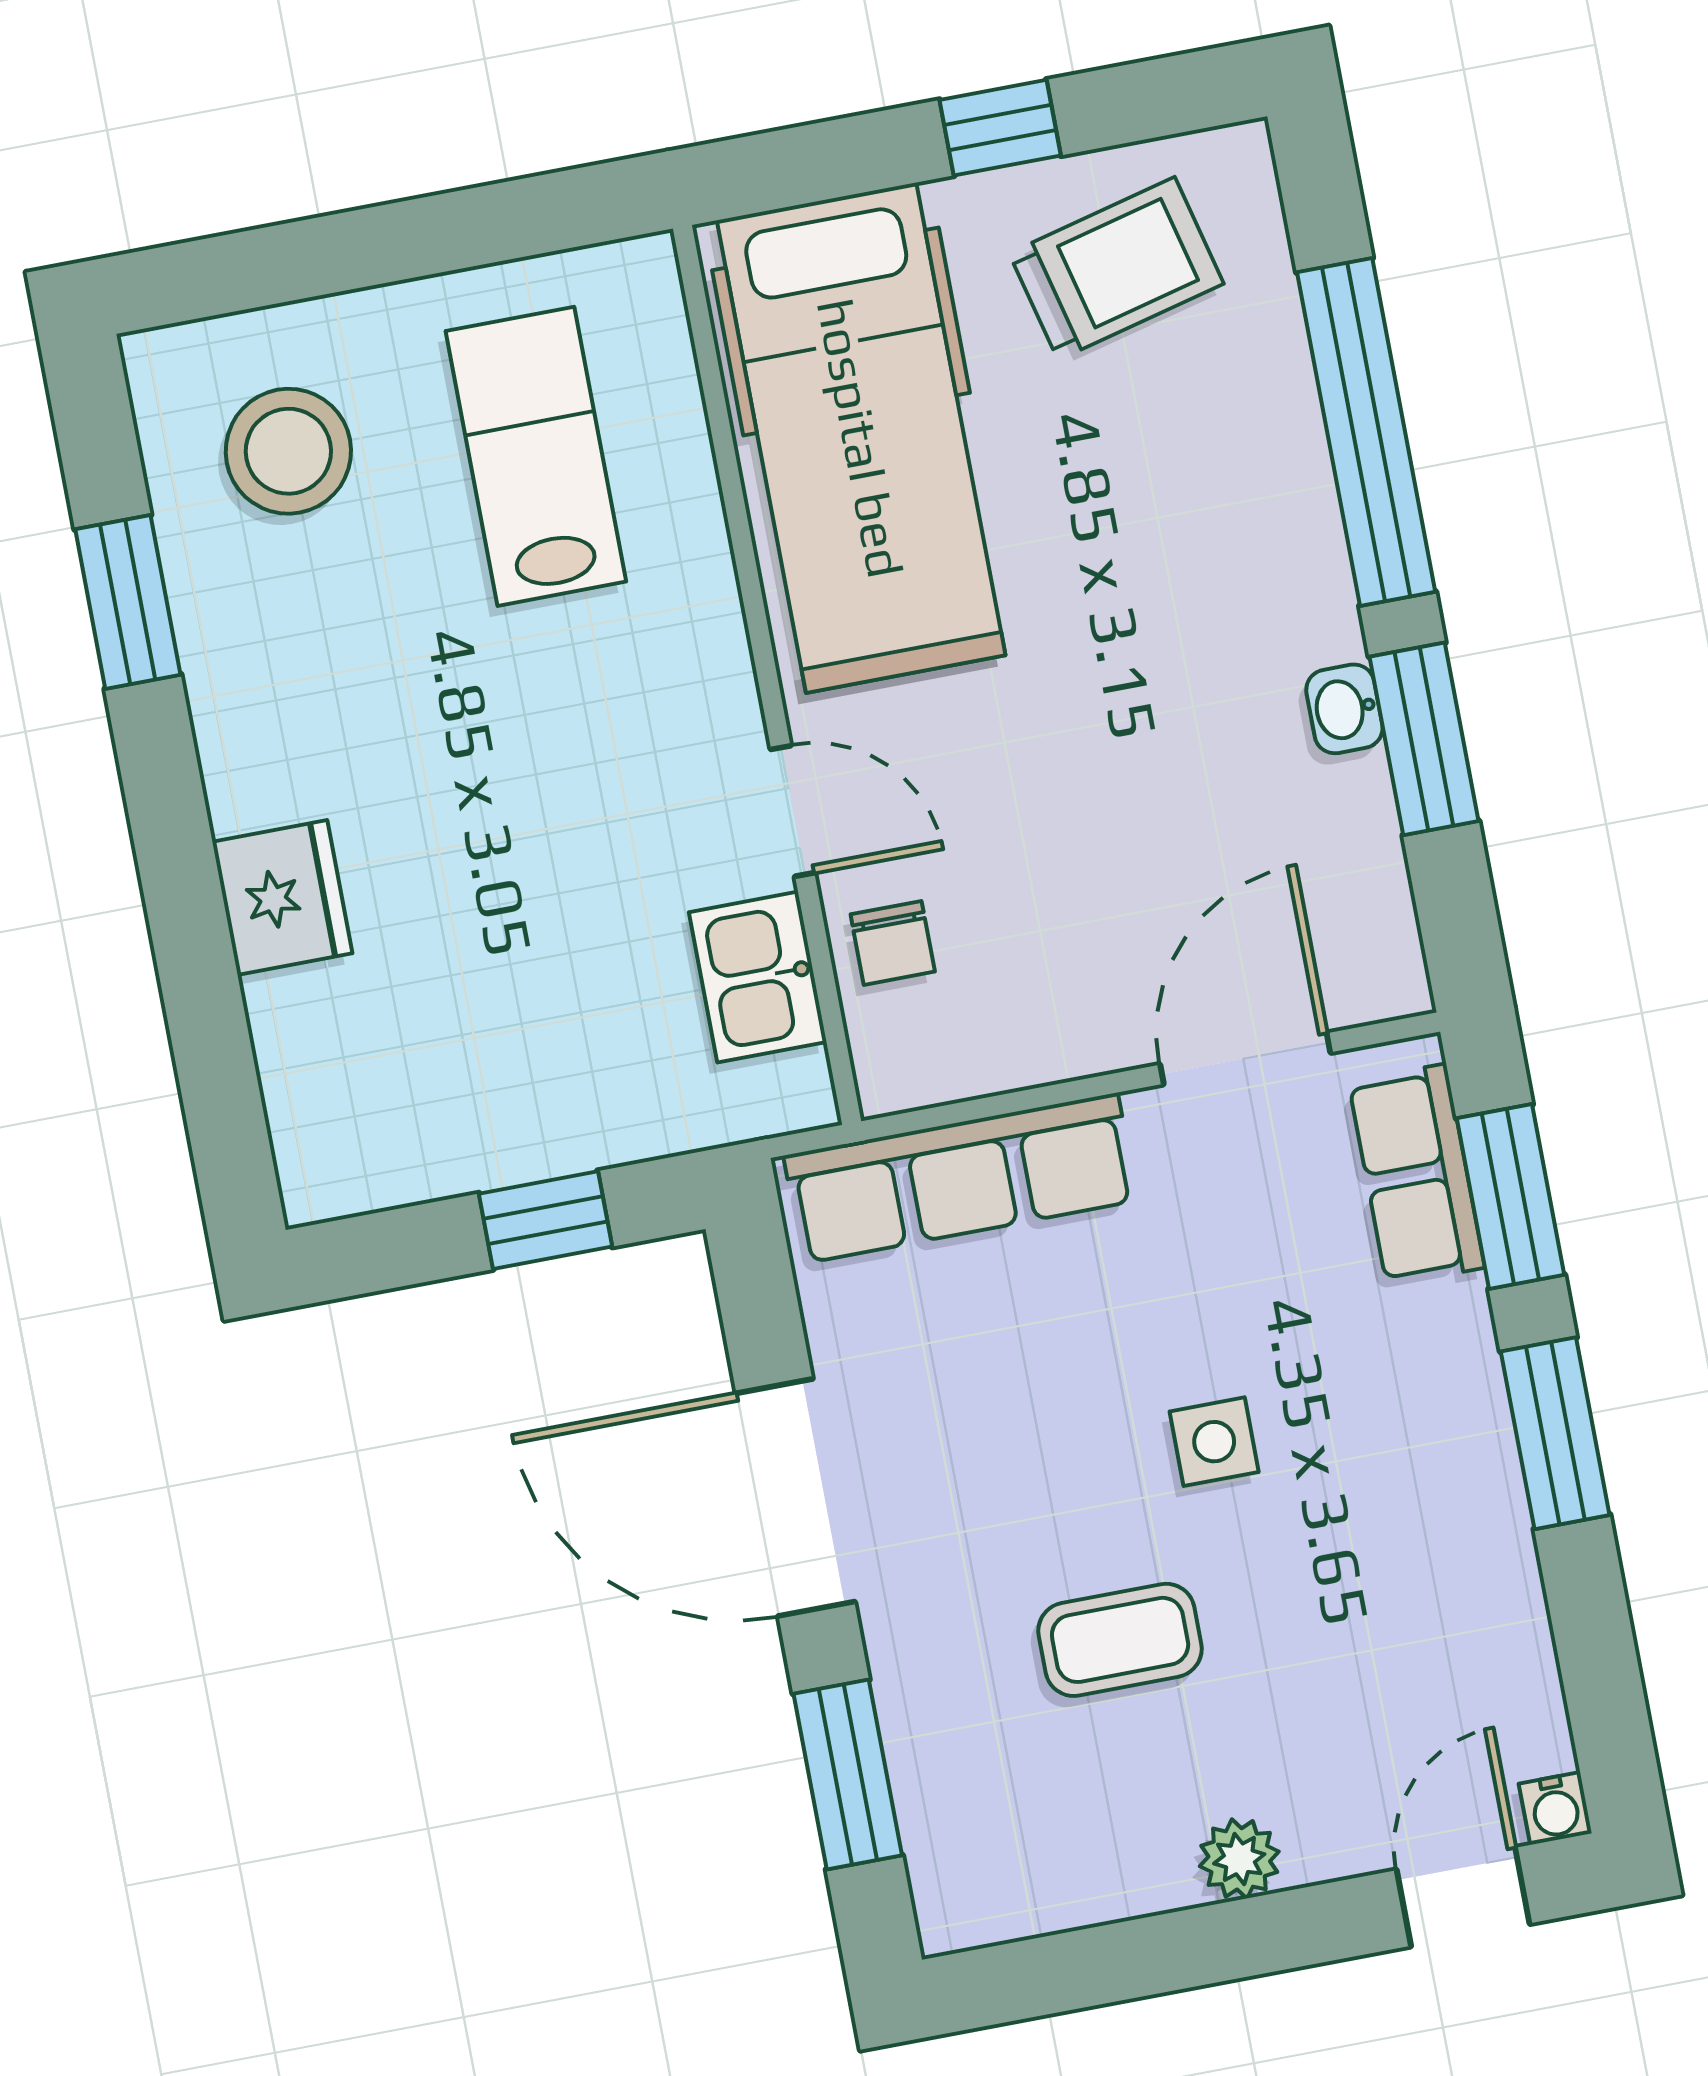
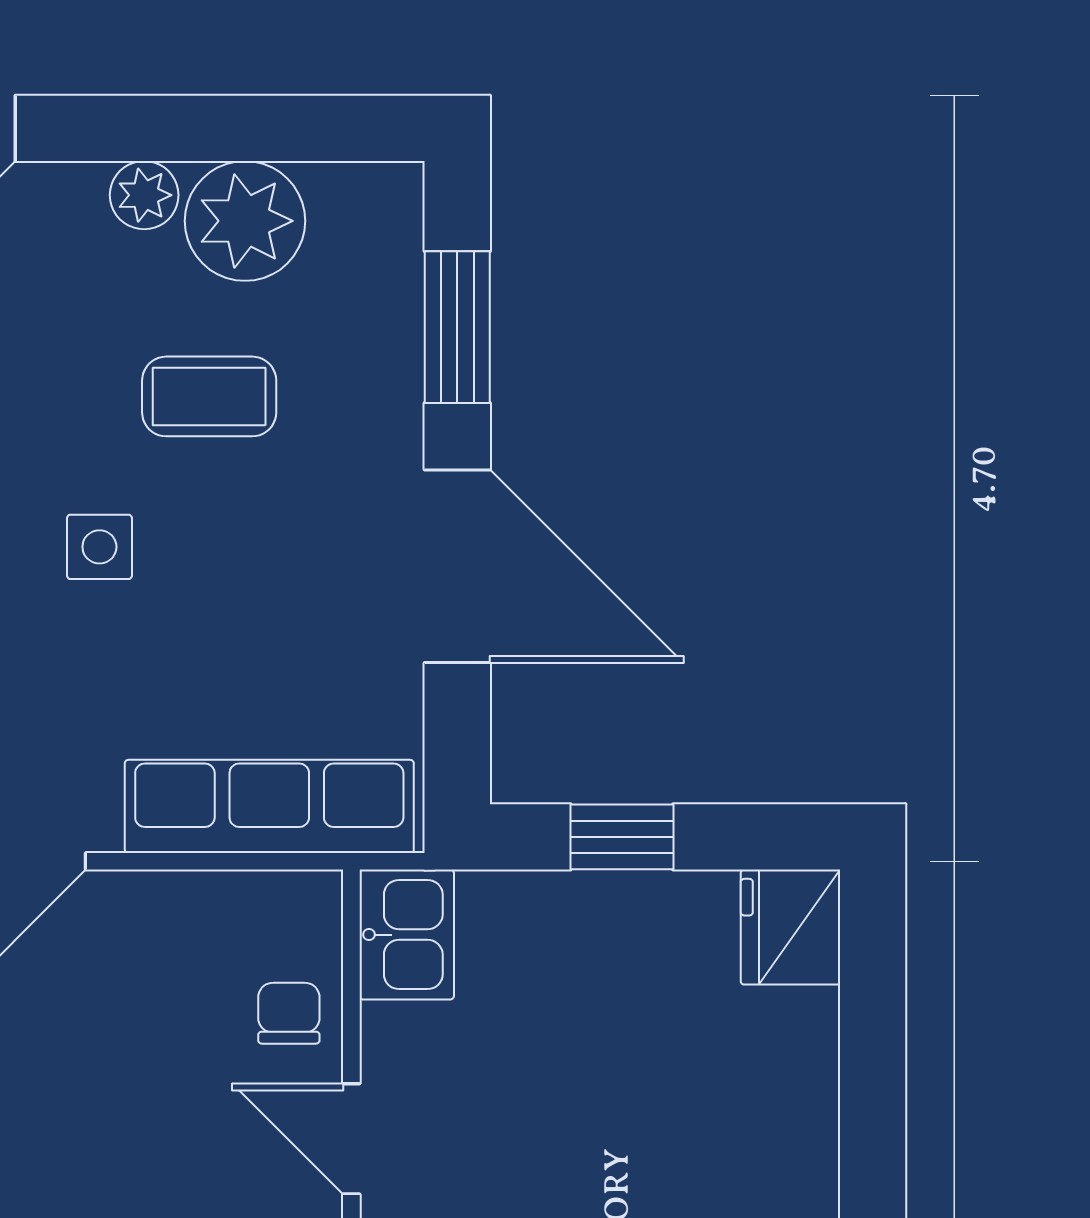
fridge: (282, 898) -> (790, 927), moved
kitchen sink: (758, 977) -> (407, 935), moved
plant: (1117, 1851) -> (245, 221), added

